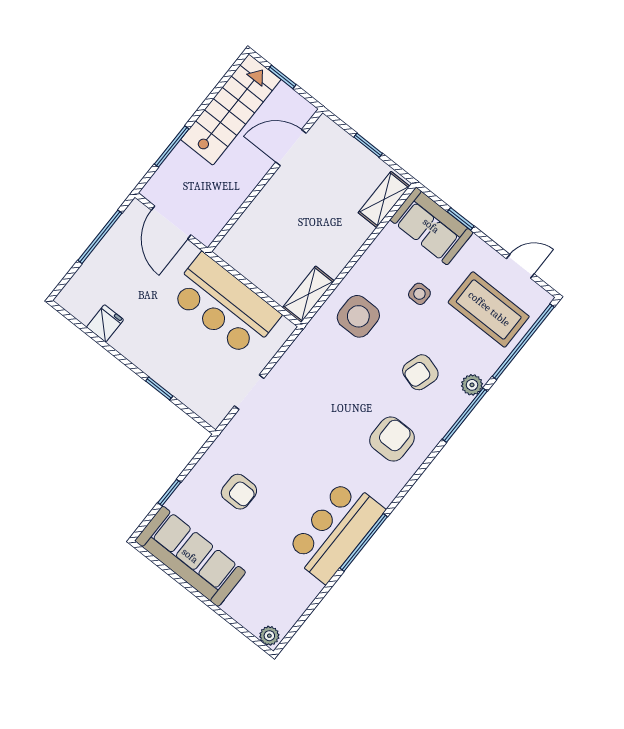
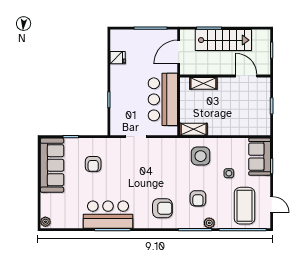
stairs: (231, 110) -> (223, 40), moved
shelving: (384, 199) -> (203, 83), moved
armchair: (420, 372) -> (198, 198), turned -107

